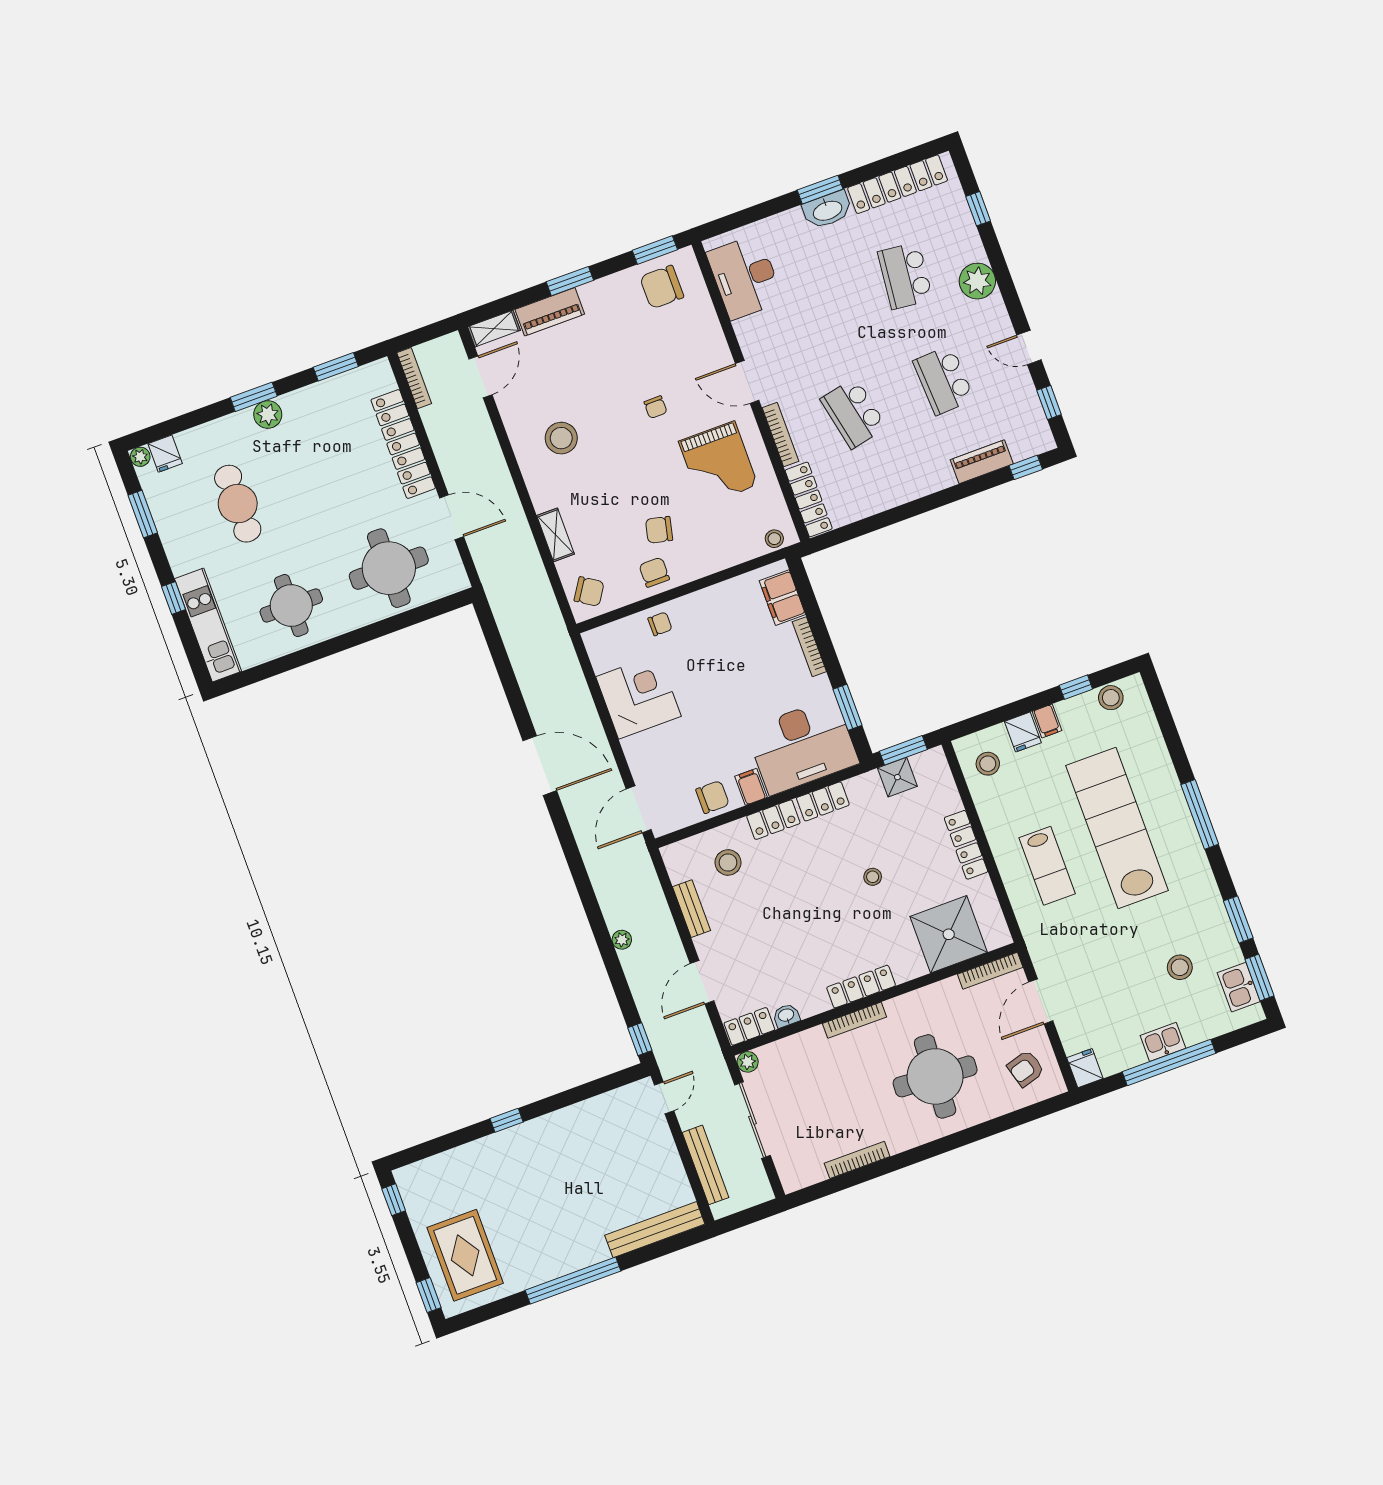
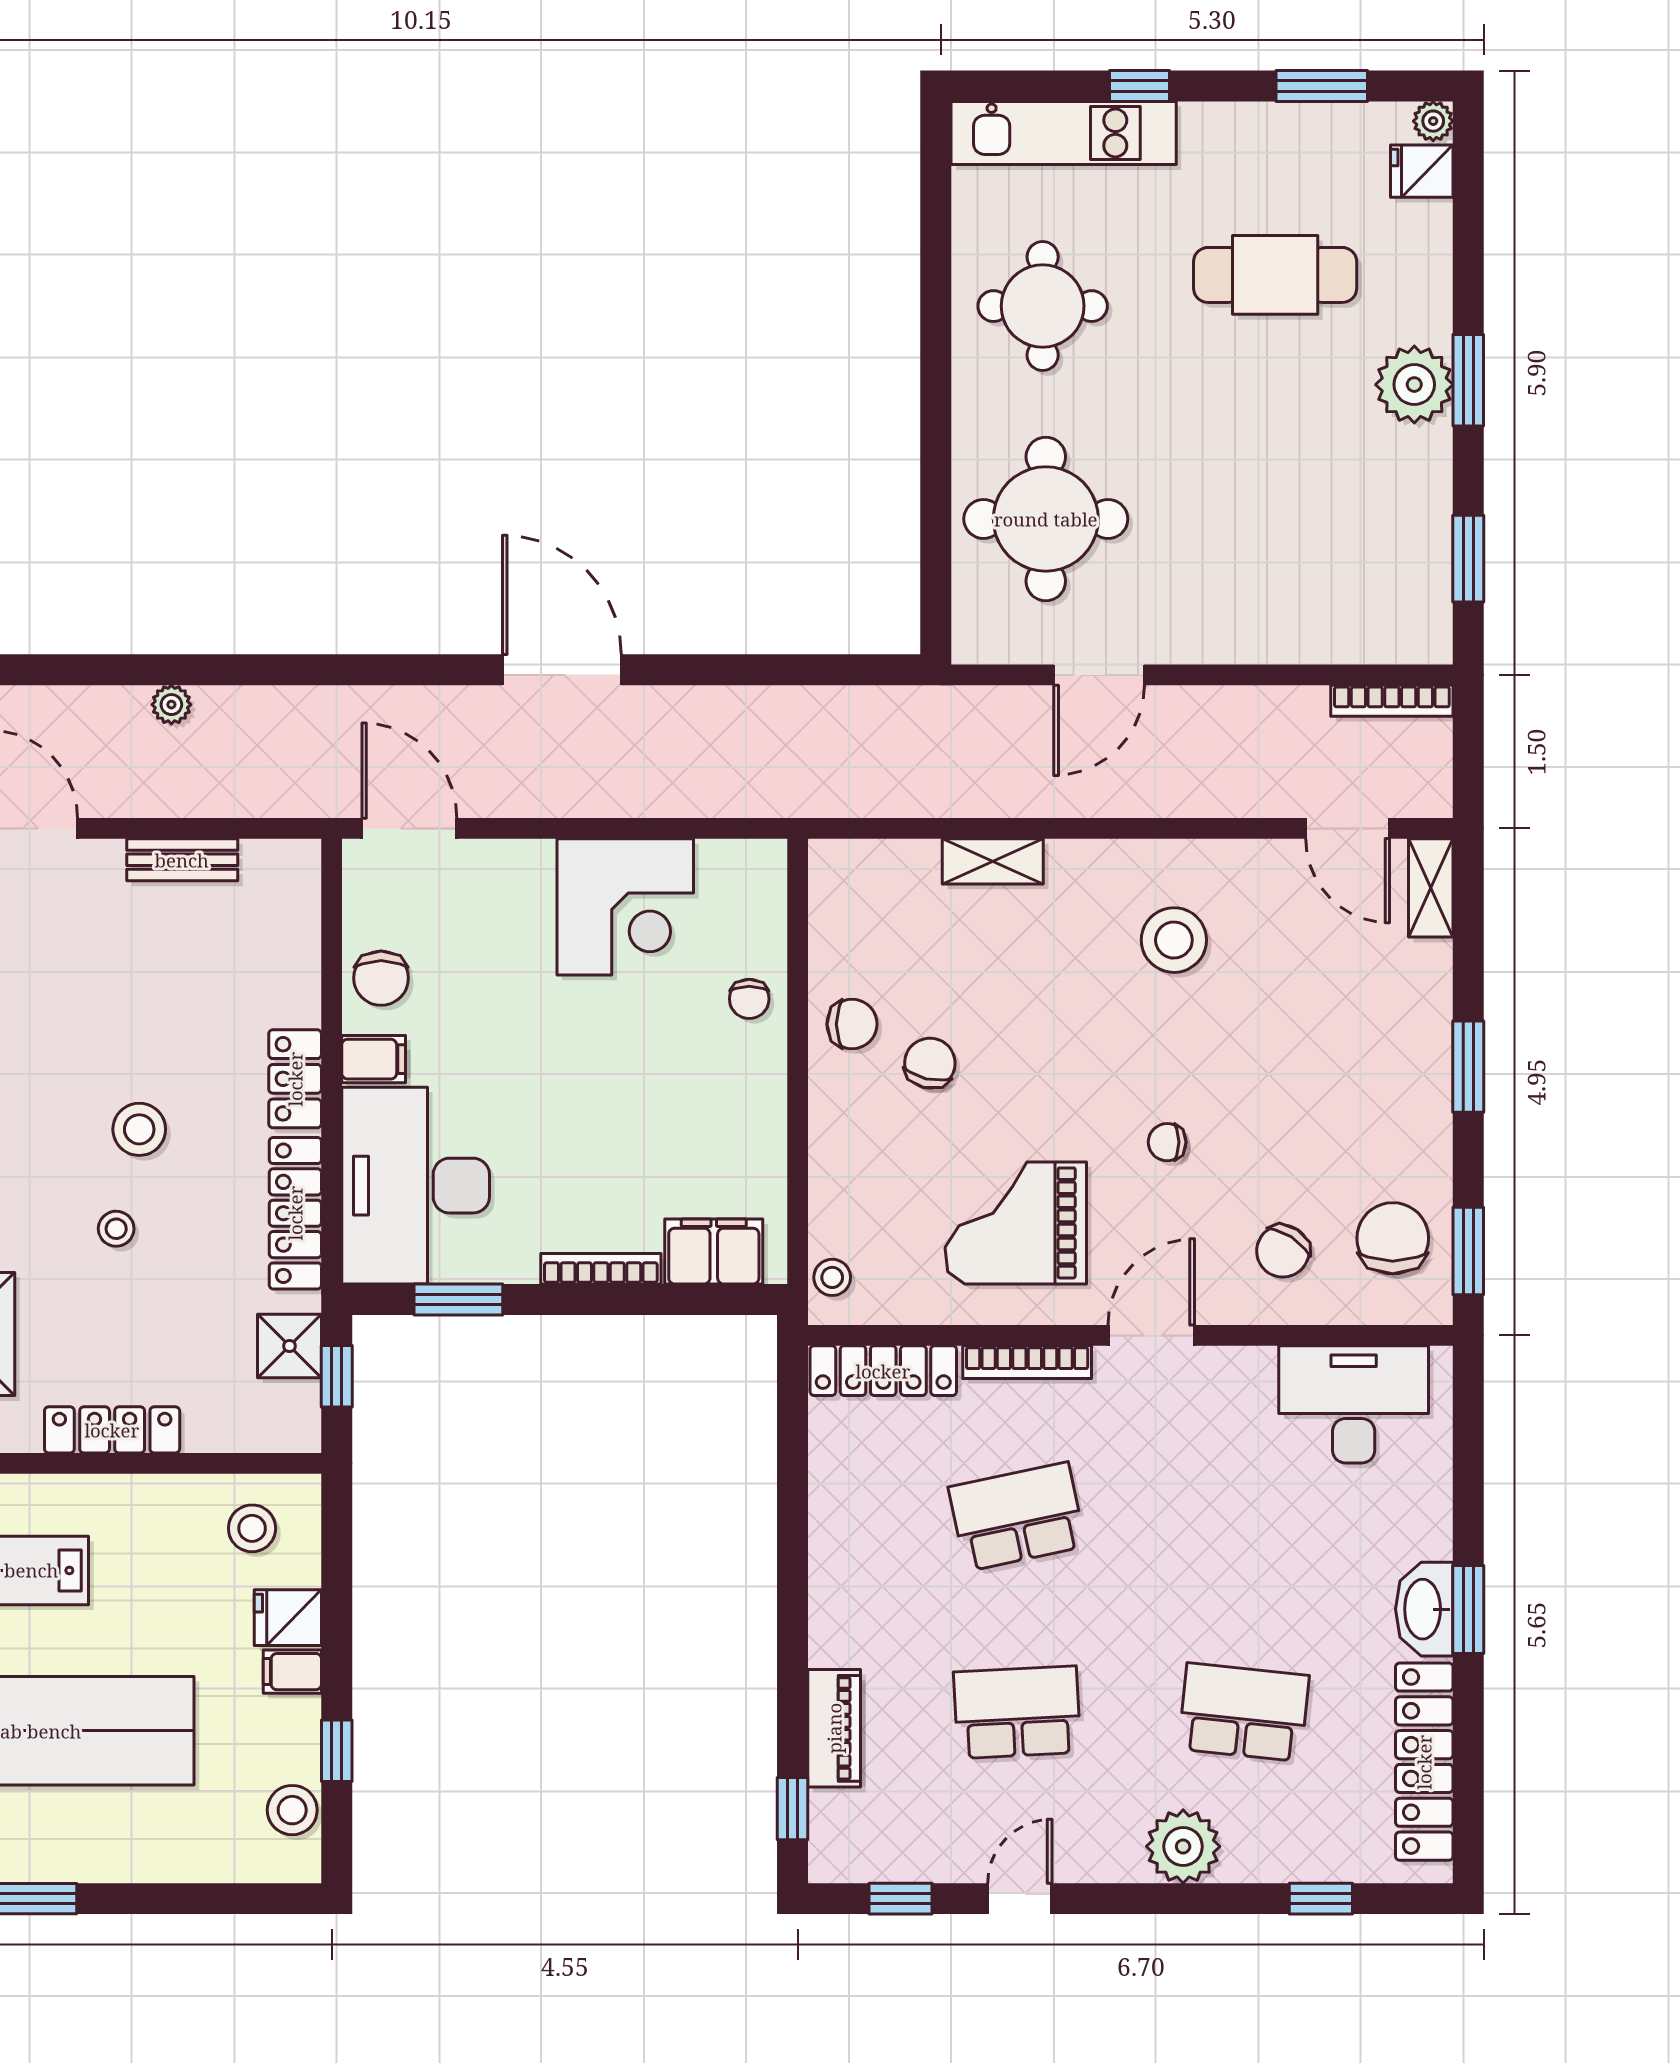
piano: (550, 312) -> (1424, 1007), removed
plant: (268, 415) -> (1414, 385), width x1.36, depth x1.36
locker: (403, 444) -> (1273, 633), removed
chair: (589, 591) -> (1283, 1251), moved
window: (903, 750) -> (337, 1376), width x0.67
door: (540, 766) -> (562, 670), swing flipped
locker: (823, 801) -> (295, 1213), width x1.53
stool: (728, 862) -> (139, 1129), moved

